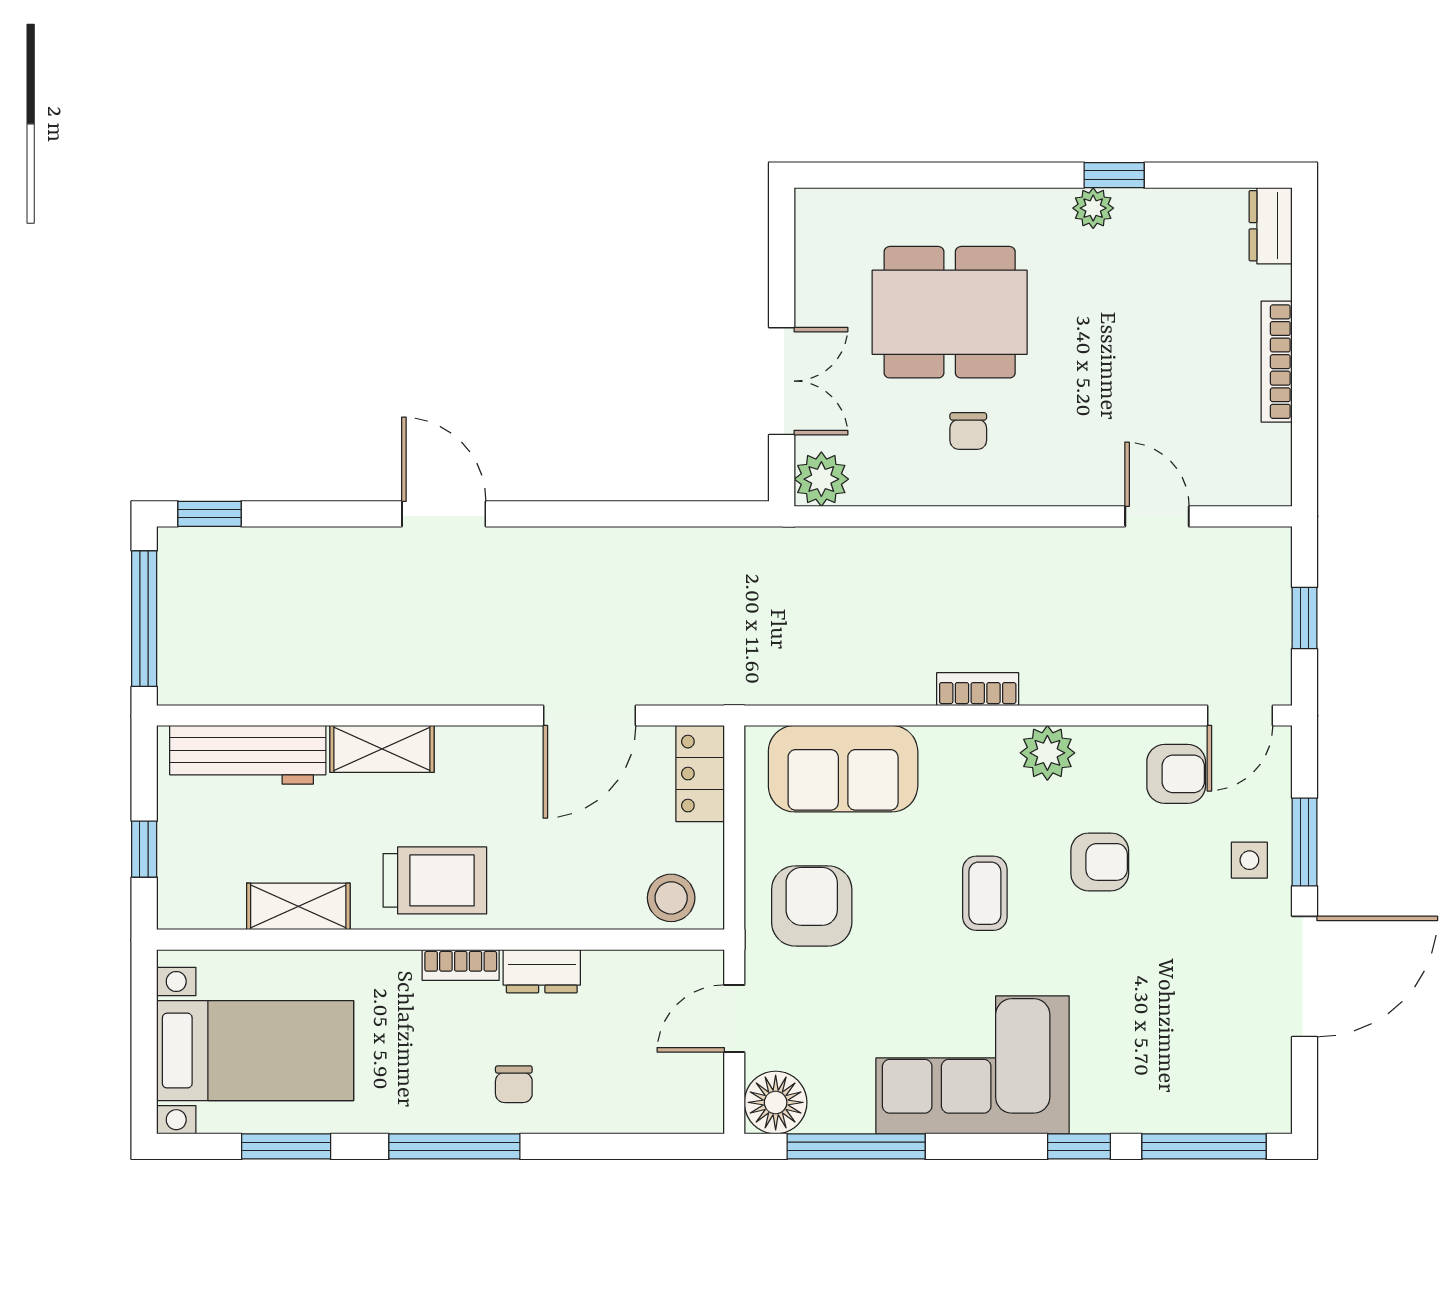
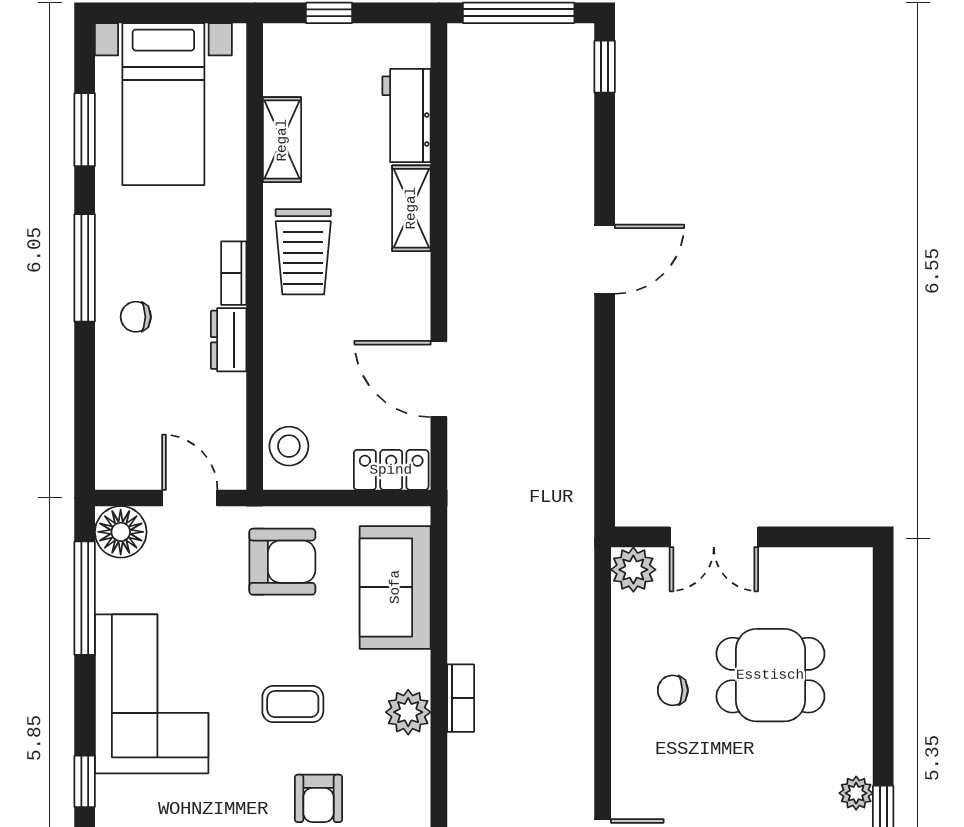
dining table: (950, 312) -> (770, 675), width x0.73
plant: (1047, 753) -> (408, 712), moved
workbench: (248, 755) -> (407, 116), width x0.73

